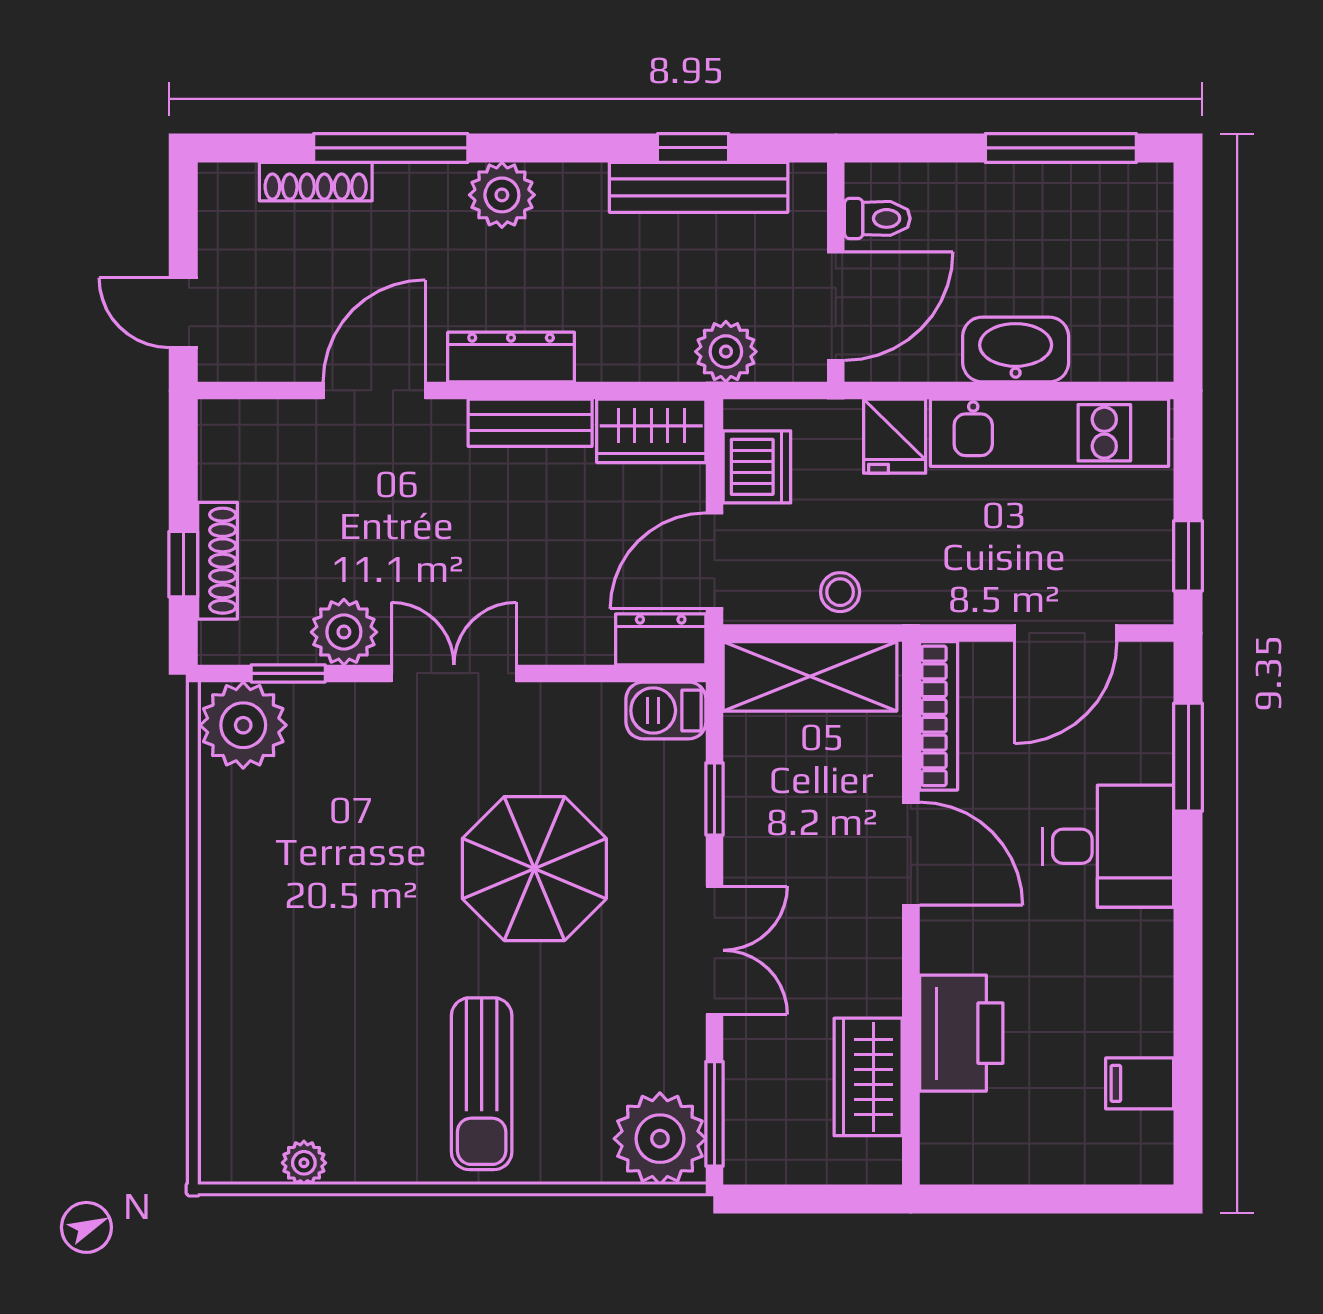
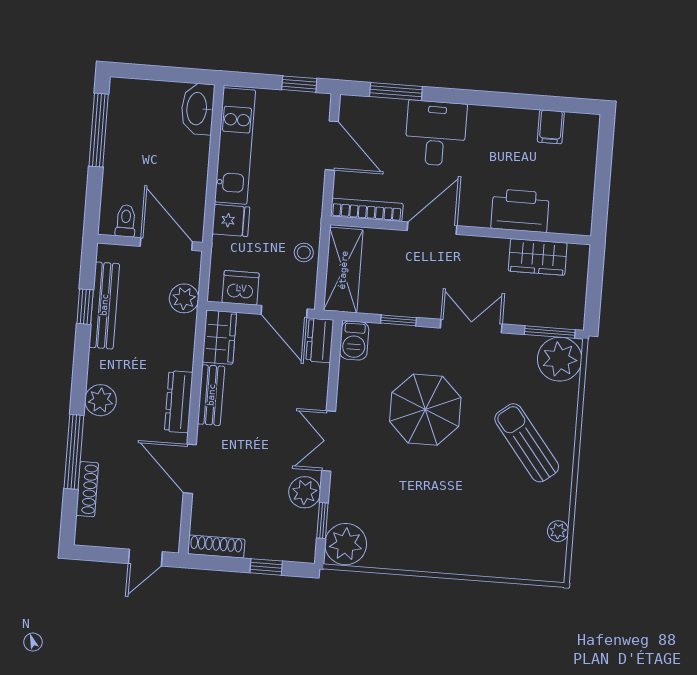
washbasin: (1016, 349) -> (198, 109), moved
shoe rack: (218, 561) -> (216, 546), moved
sun lounger: (482, 1084) -> (527, 443), turned -128

